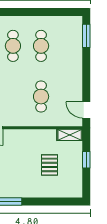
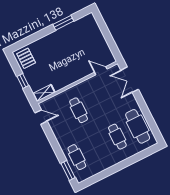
cafe table: (41, 46) -> (77, 157), moved
pallet: (50, 165) -> (26, 58), moved

